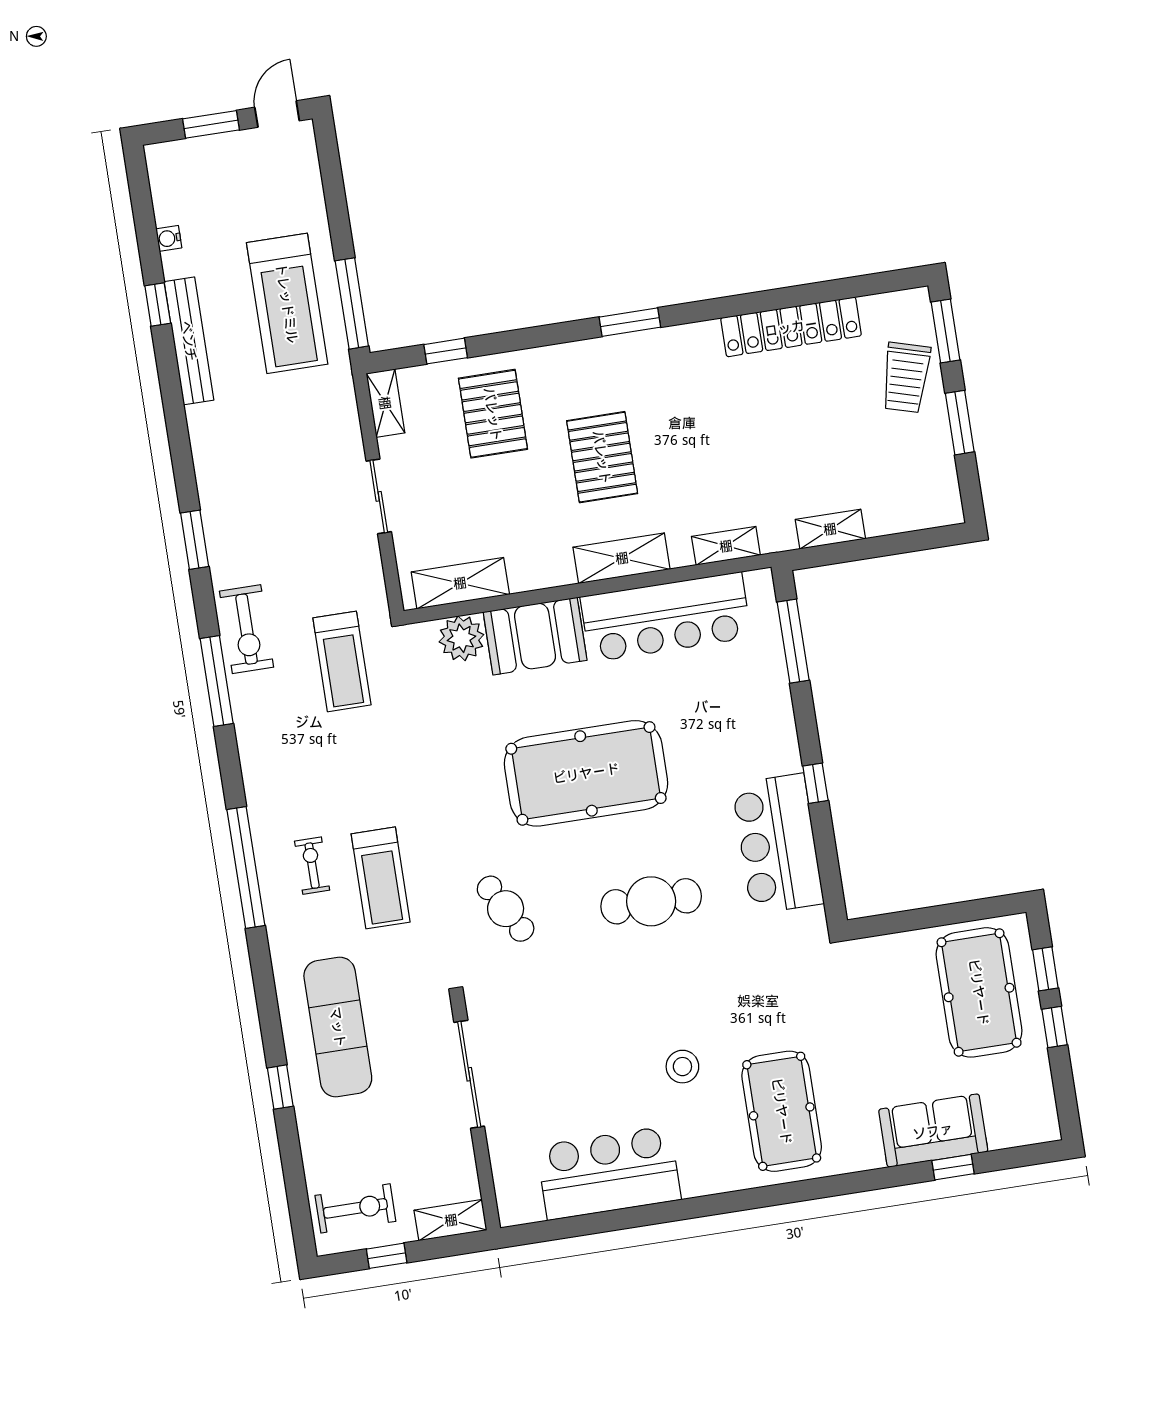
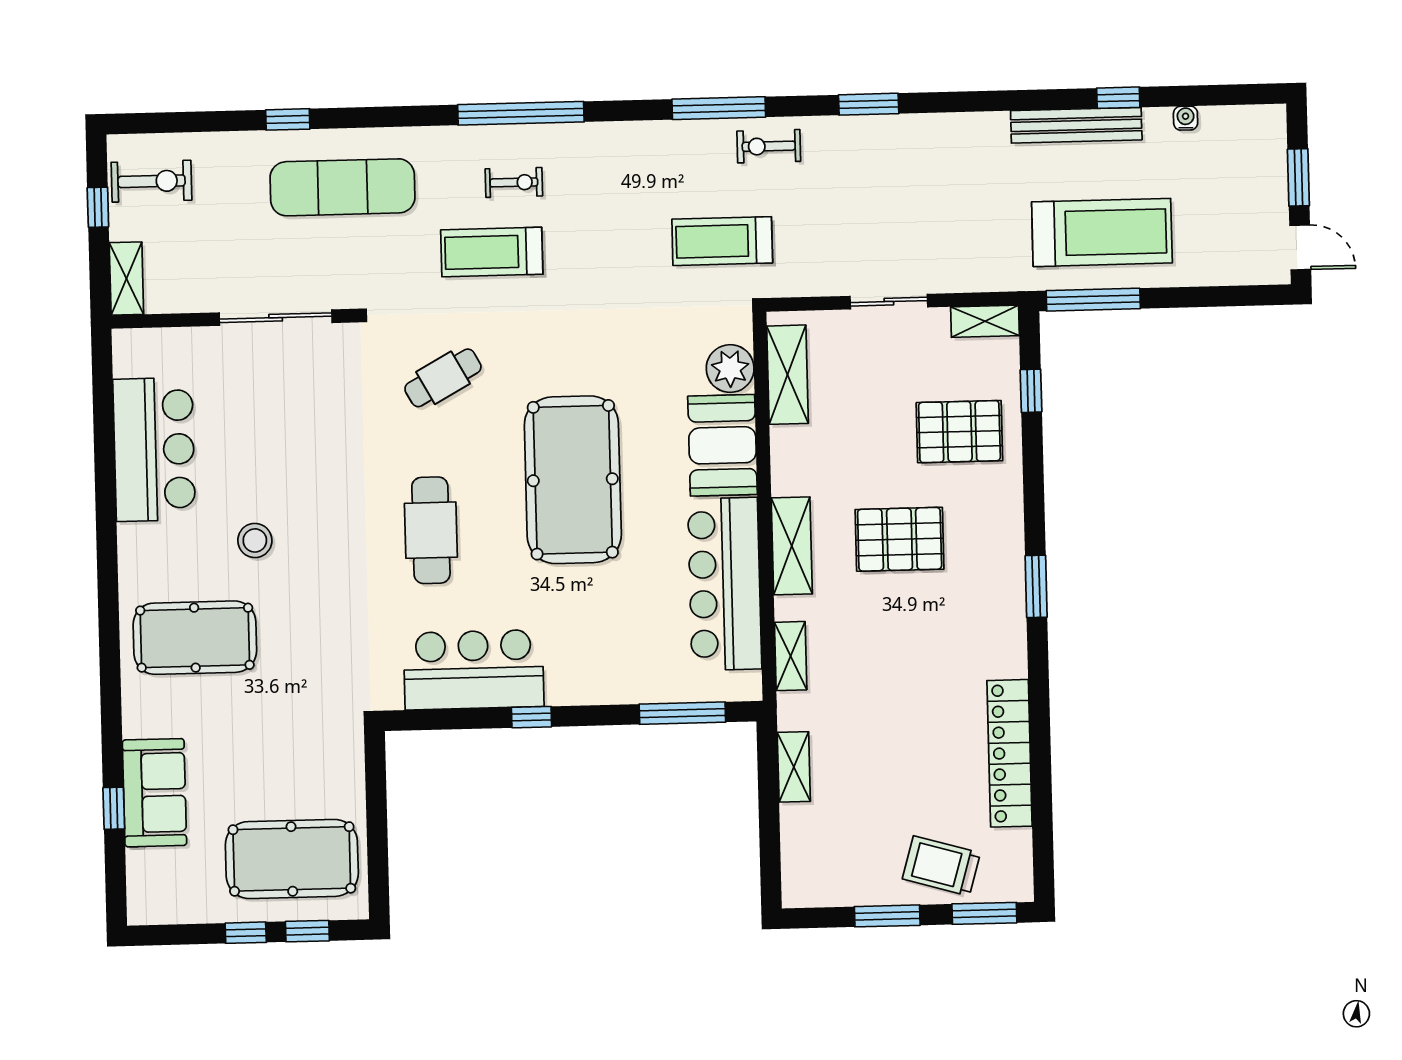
treadmill: (287, 303) -> (1102, 232), turned 180
exercise bike: (247, 629) -> (769, 146), width x0.73, depth x0.72
exercise bike: (355, 1208) -> (151, 181), turned -90

